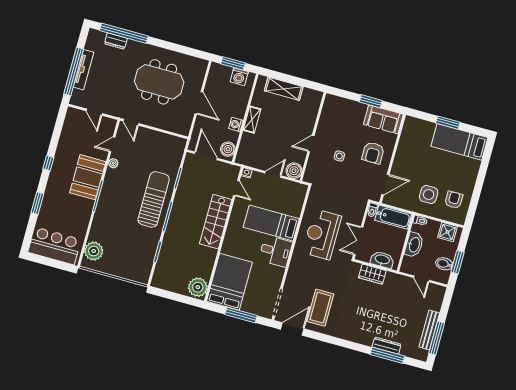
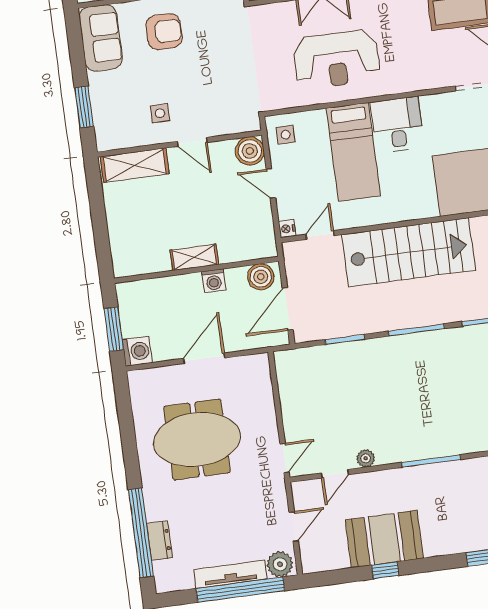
washing machine: (239, 77) -> (137, 351), moved
meeting table: (159, 82) -> (197, 439), turned 90
shelving: (284, 89) -> (135, 165), moved, turned 90
plant: (78, 97) -> (280, 564), added
window: (371, 101) -> (84, 107), moved
door: (112, 144) -> (335, 474), hinge flipped
side table: (339, 156) -> (160, 113), moved
window: (48, 163) -> (385, 570), moved
booth: (88, 177) -> (384, 539), moved
side table: (295, 192) -> (286, 135), added
sun lounger: (154, 199) -> (397, 365), removed
stairs: (216, 222) -> (408, 252), width x1.36, depth x1.51

